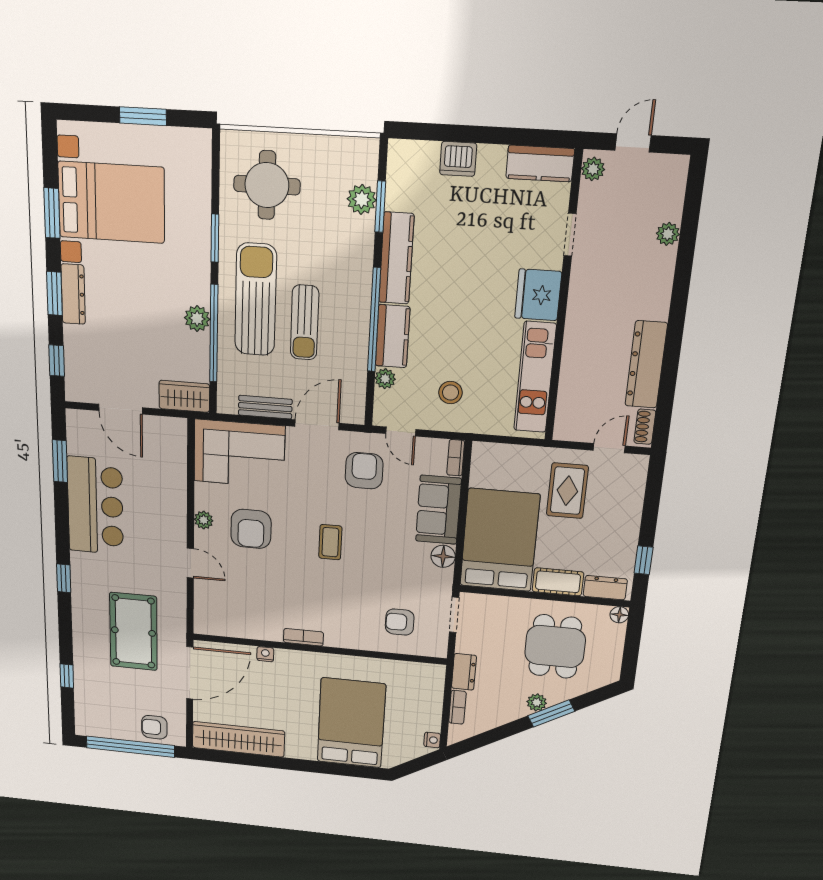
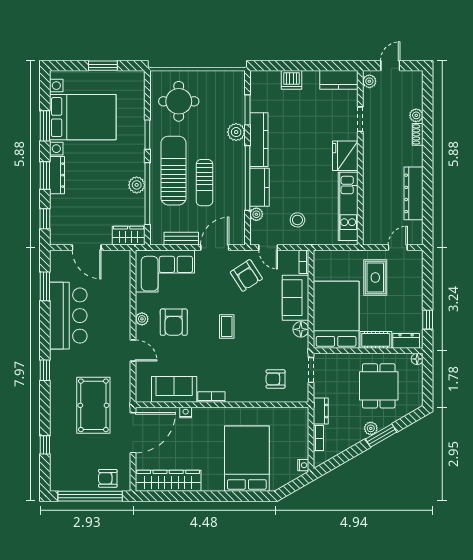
plant: (362, 199) -> (236, 132), moved
shoe rack: (645, 427) -> (418, 134), moved
armchair: (364, 471) -> (246, 275), turned 147
sofa: (249, 622) -> (174, 389), added

